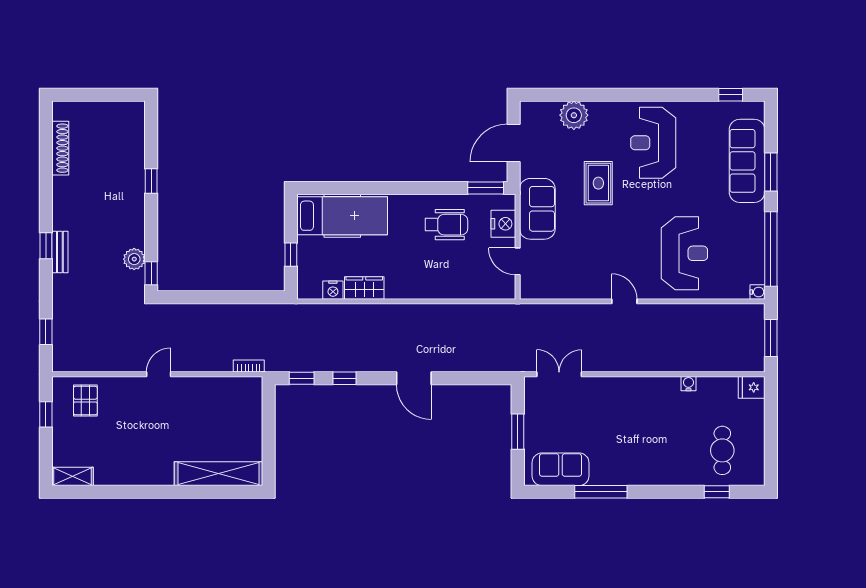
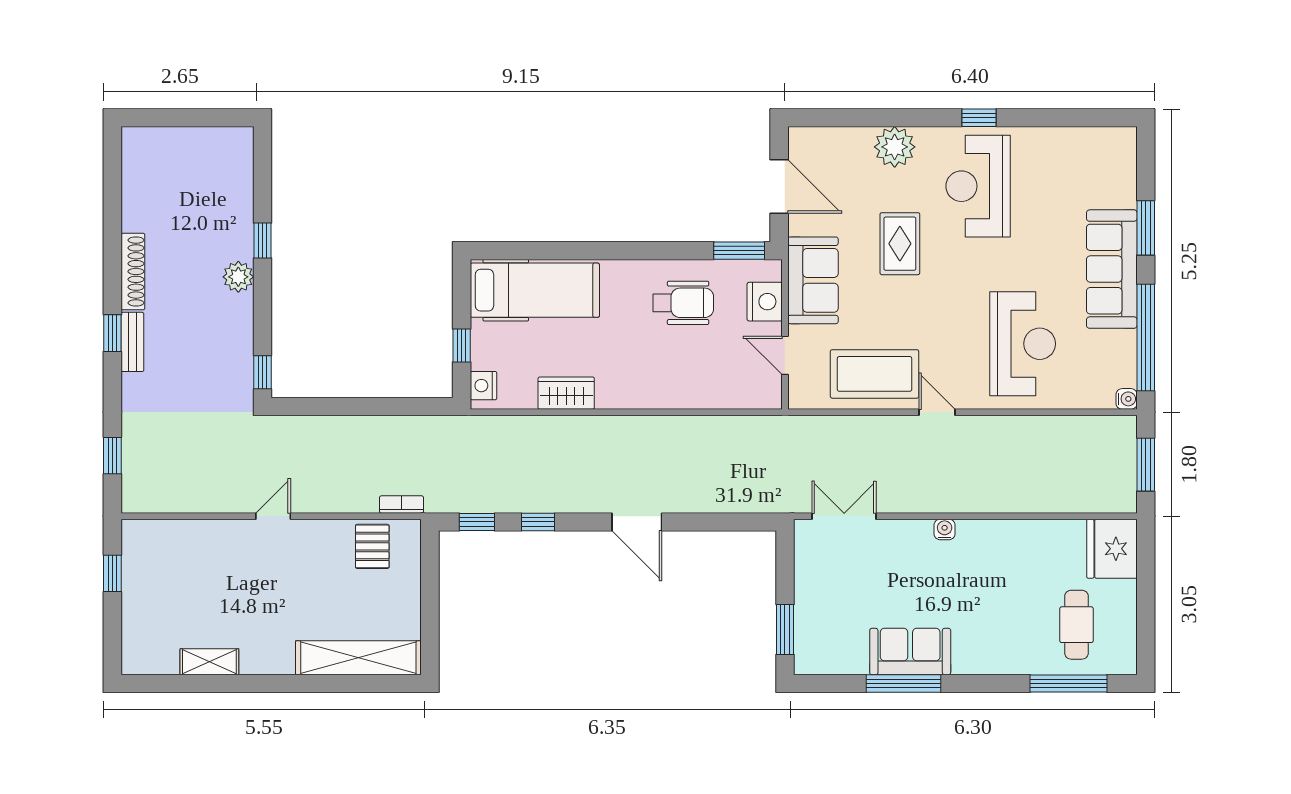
window: (731, 95) -> (979, 118), moved
plant: (574, 115) -> (895, 147), moved
door: (514, 143) -> (779, 186), swing flipped
shoe rack: (60, 148) -> (133, 271), moved
sofa: (747, 161) -> (1112, 269), moved
plant: (134, 259) -> (238, 277), moved
coffee table: (581, 274) -> (875, 374), added
nightstand: (333, 290) -> (483, 386), moved, turned 90
water cooler: (688, 384) -> (945, 529), moved
fridge: (752, 387) -> (1112, 549), width x1.88, depth x1.34
pallet: (85, 401) -> (372, 546), moved
window: (518, 432) -> (785, 630), moved
sofa: (561, 469) -> (910, 652), moved
shelving: (72, 476) -> (209, 662), moved
window: (717, 492) -> (1069, 684), width x2.17

